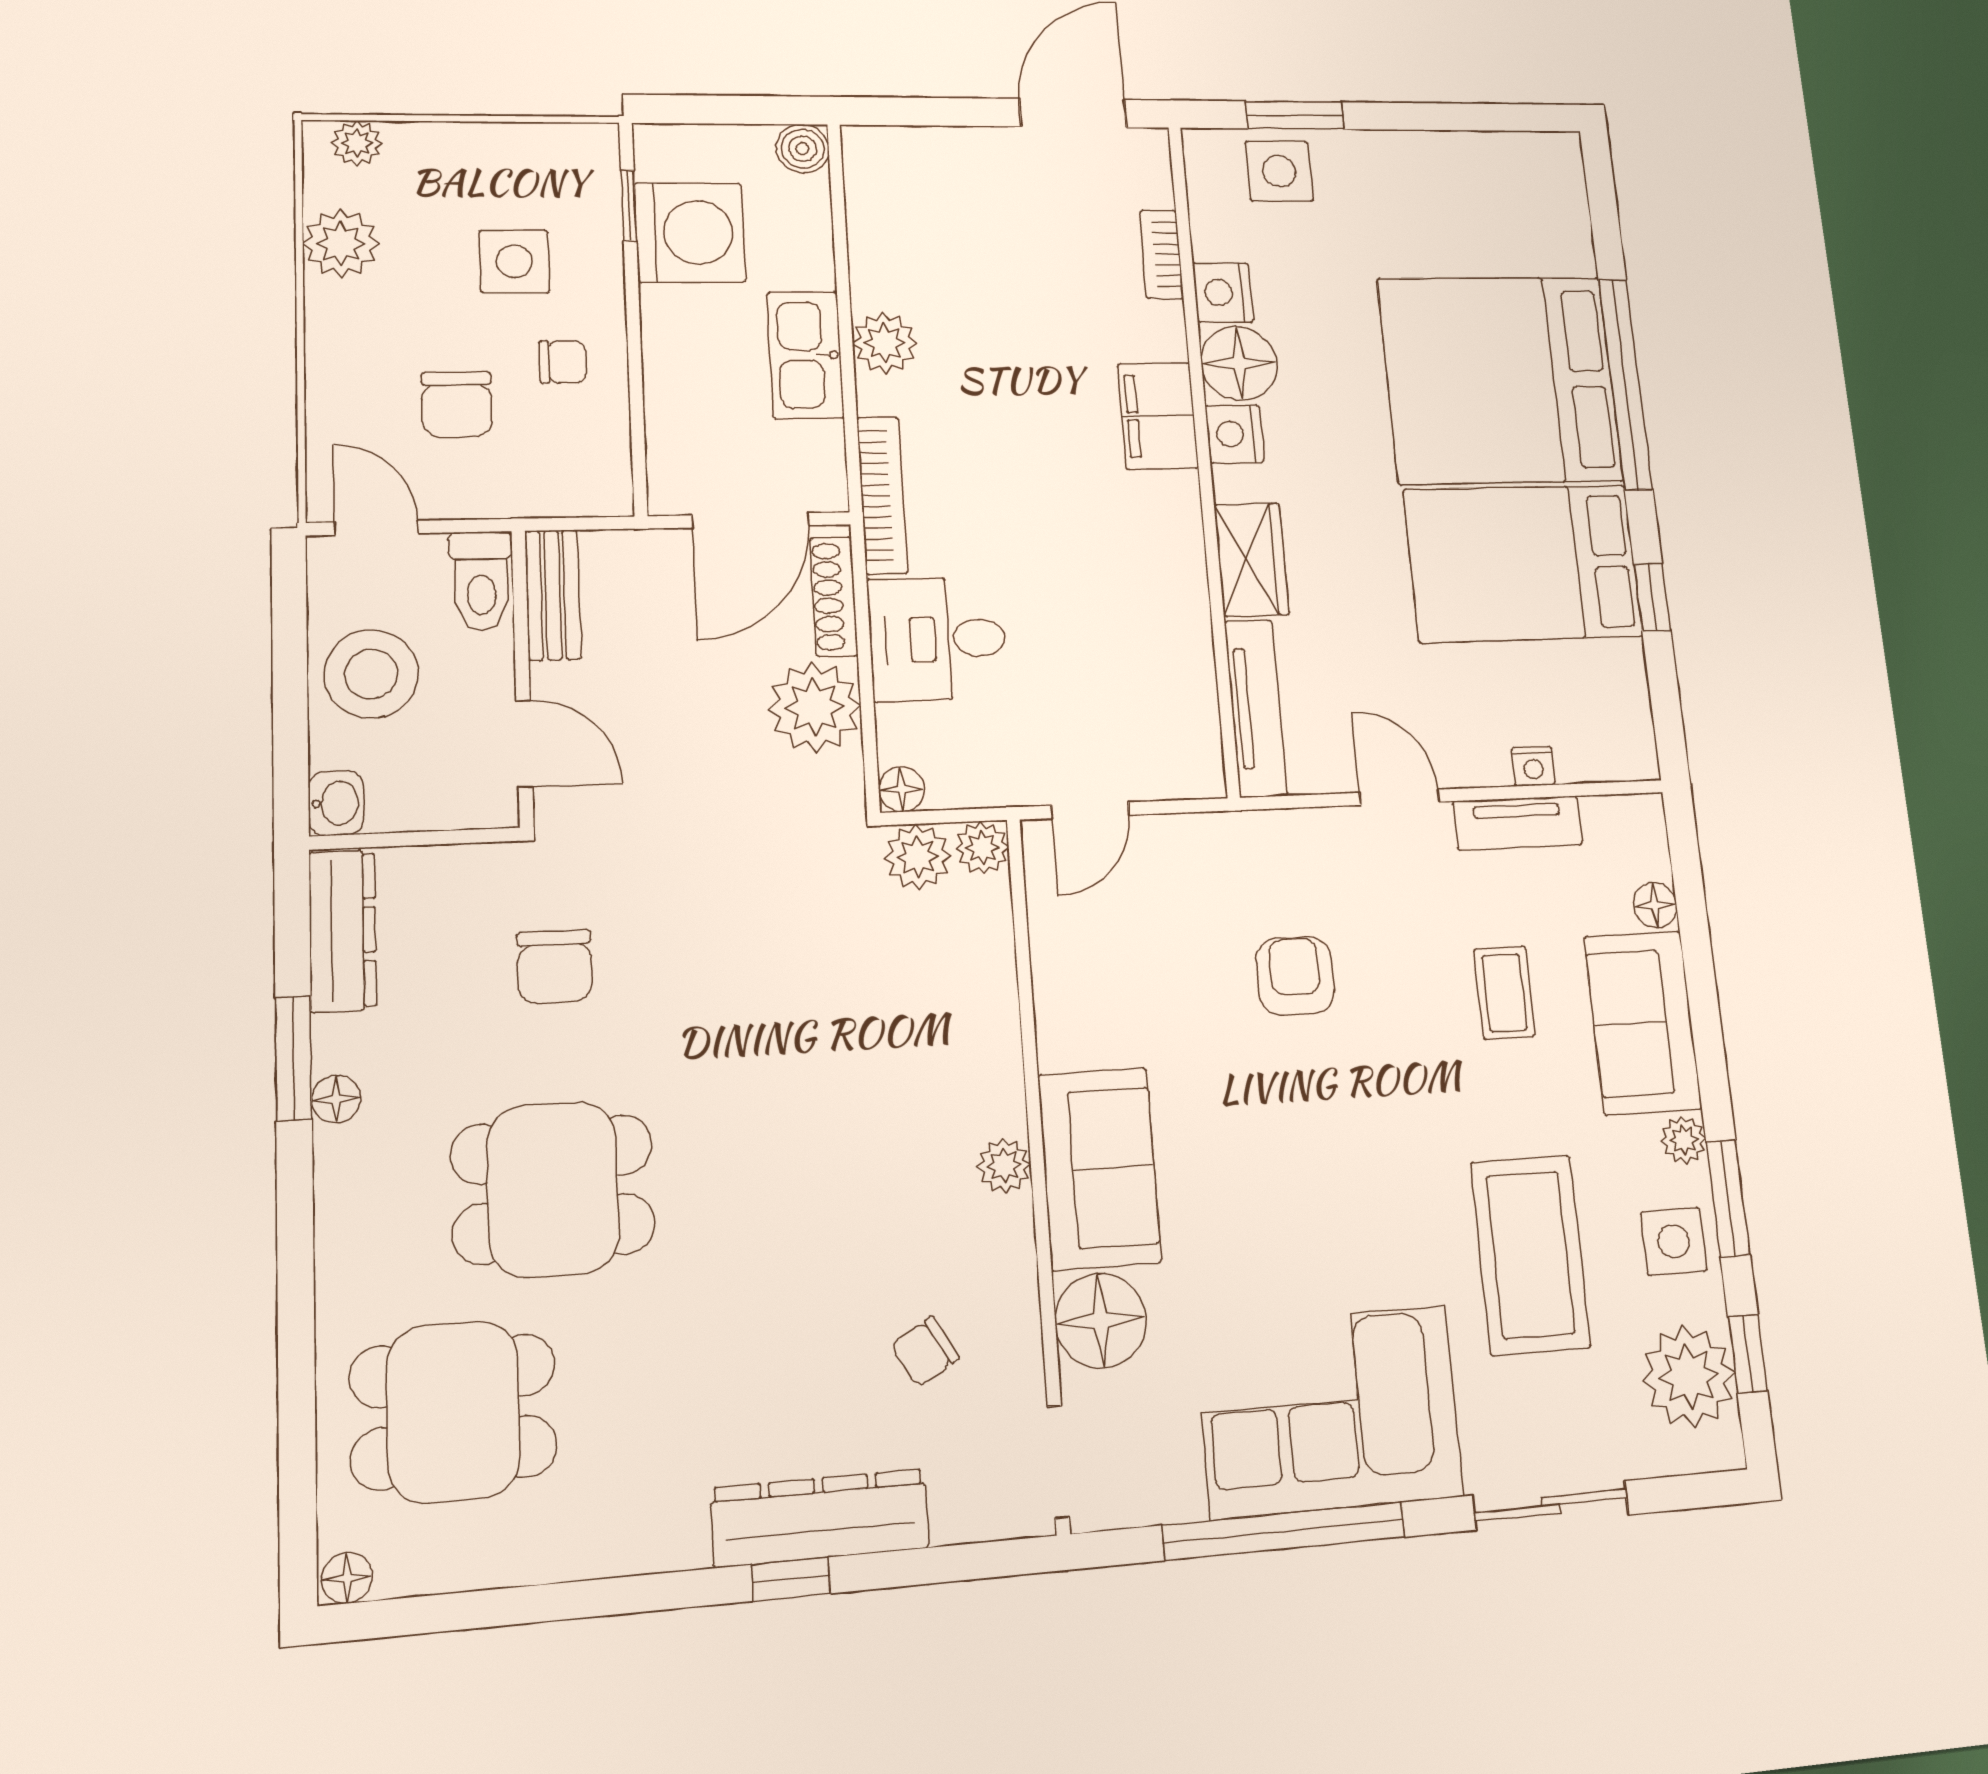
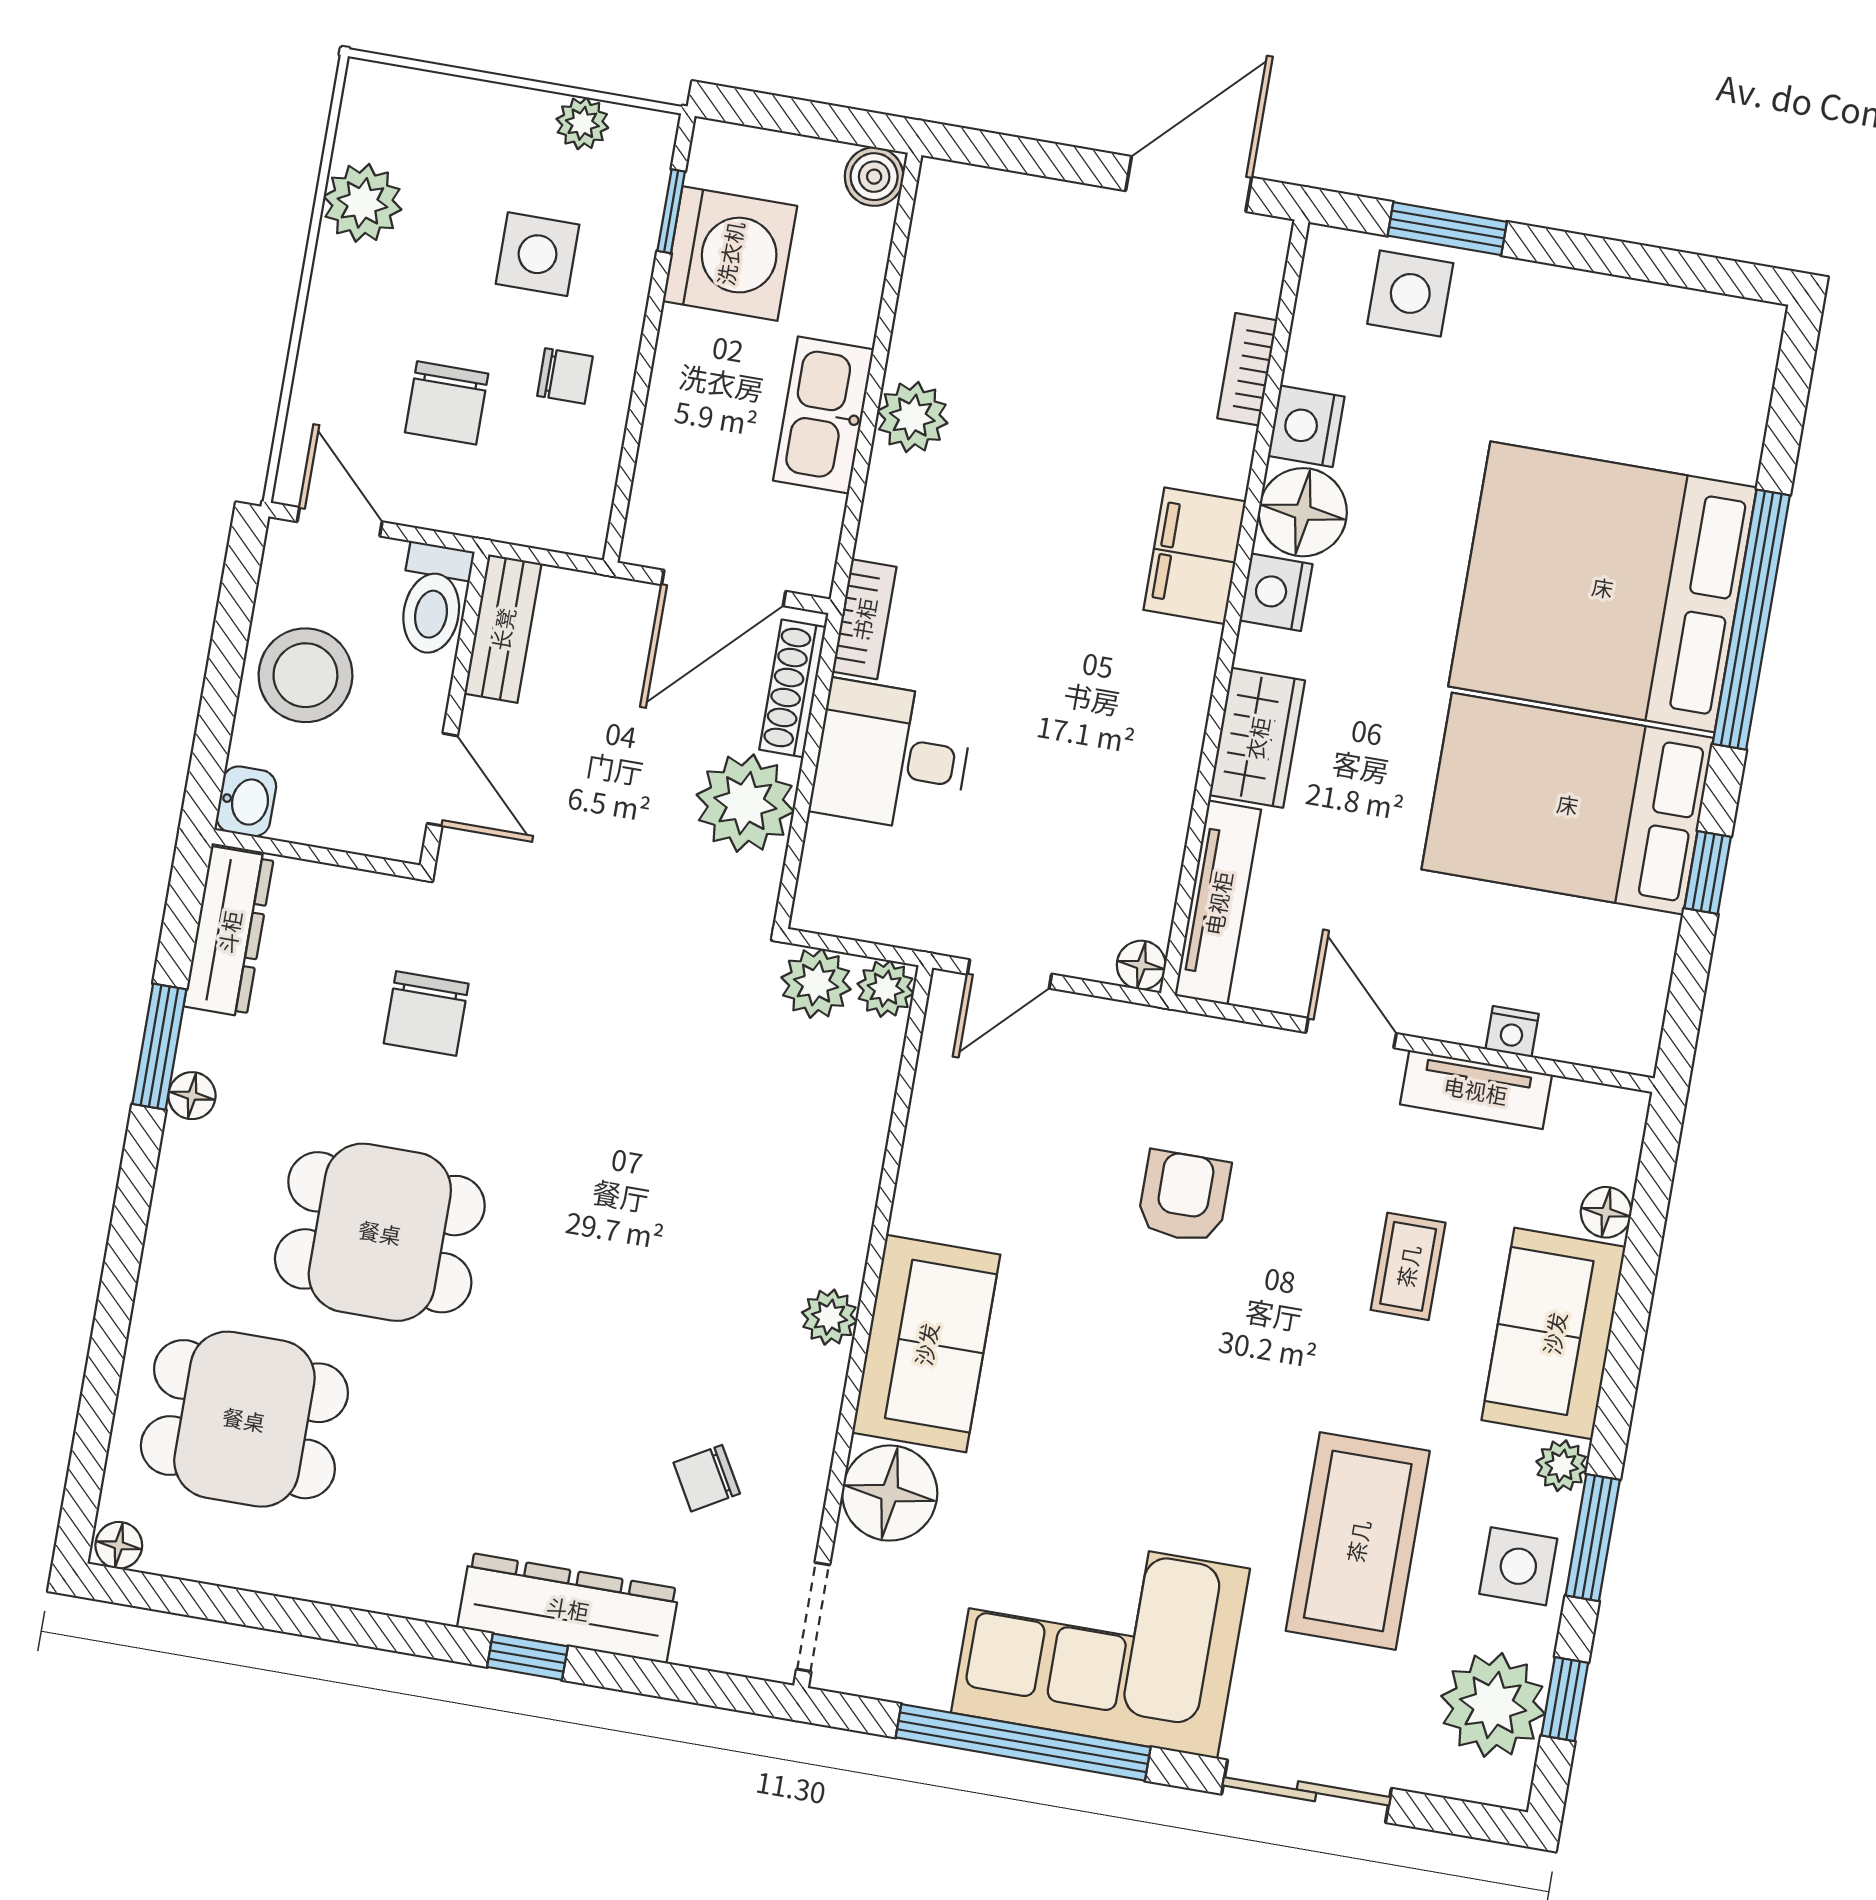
plant: (357, 143) -> (582, 123), moved
bookcase: (882, 495) -> (864, 619), width x0.64
floor lamp: (902, 789) -> (1141, 965), moved

